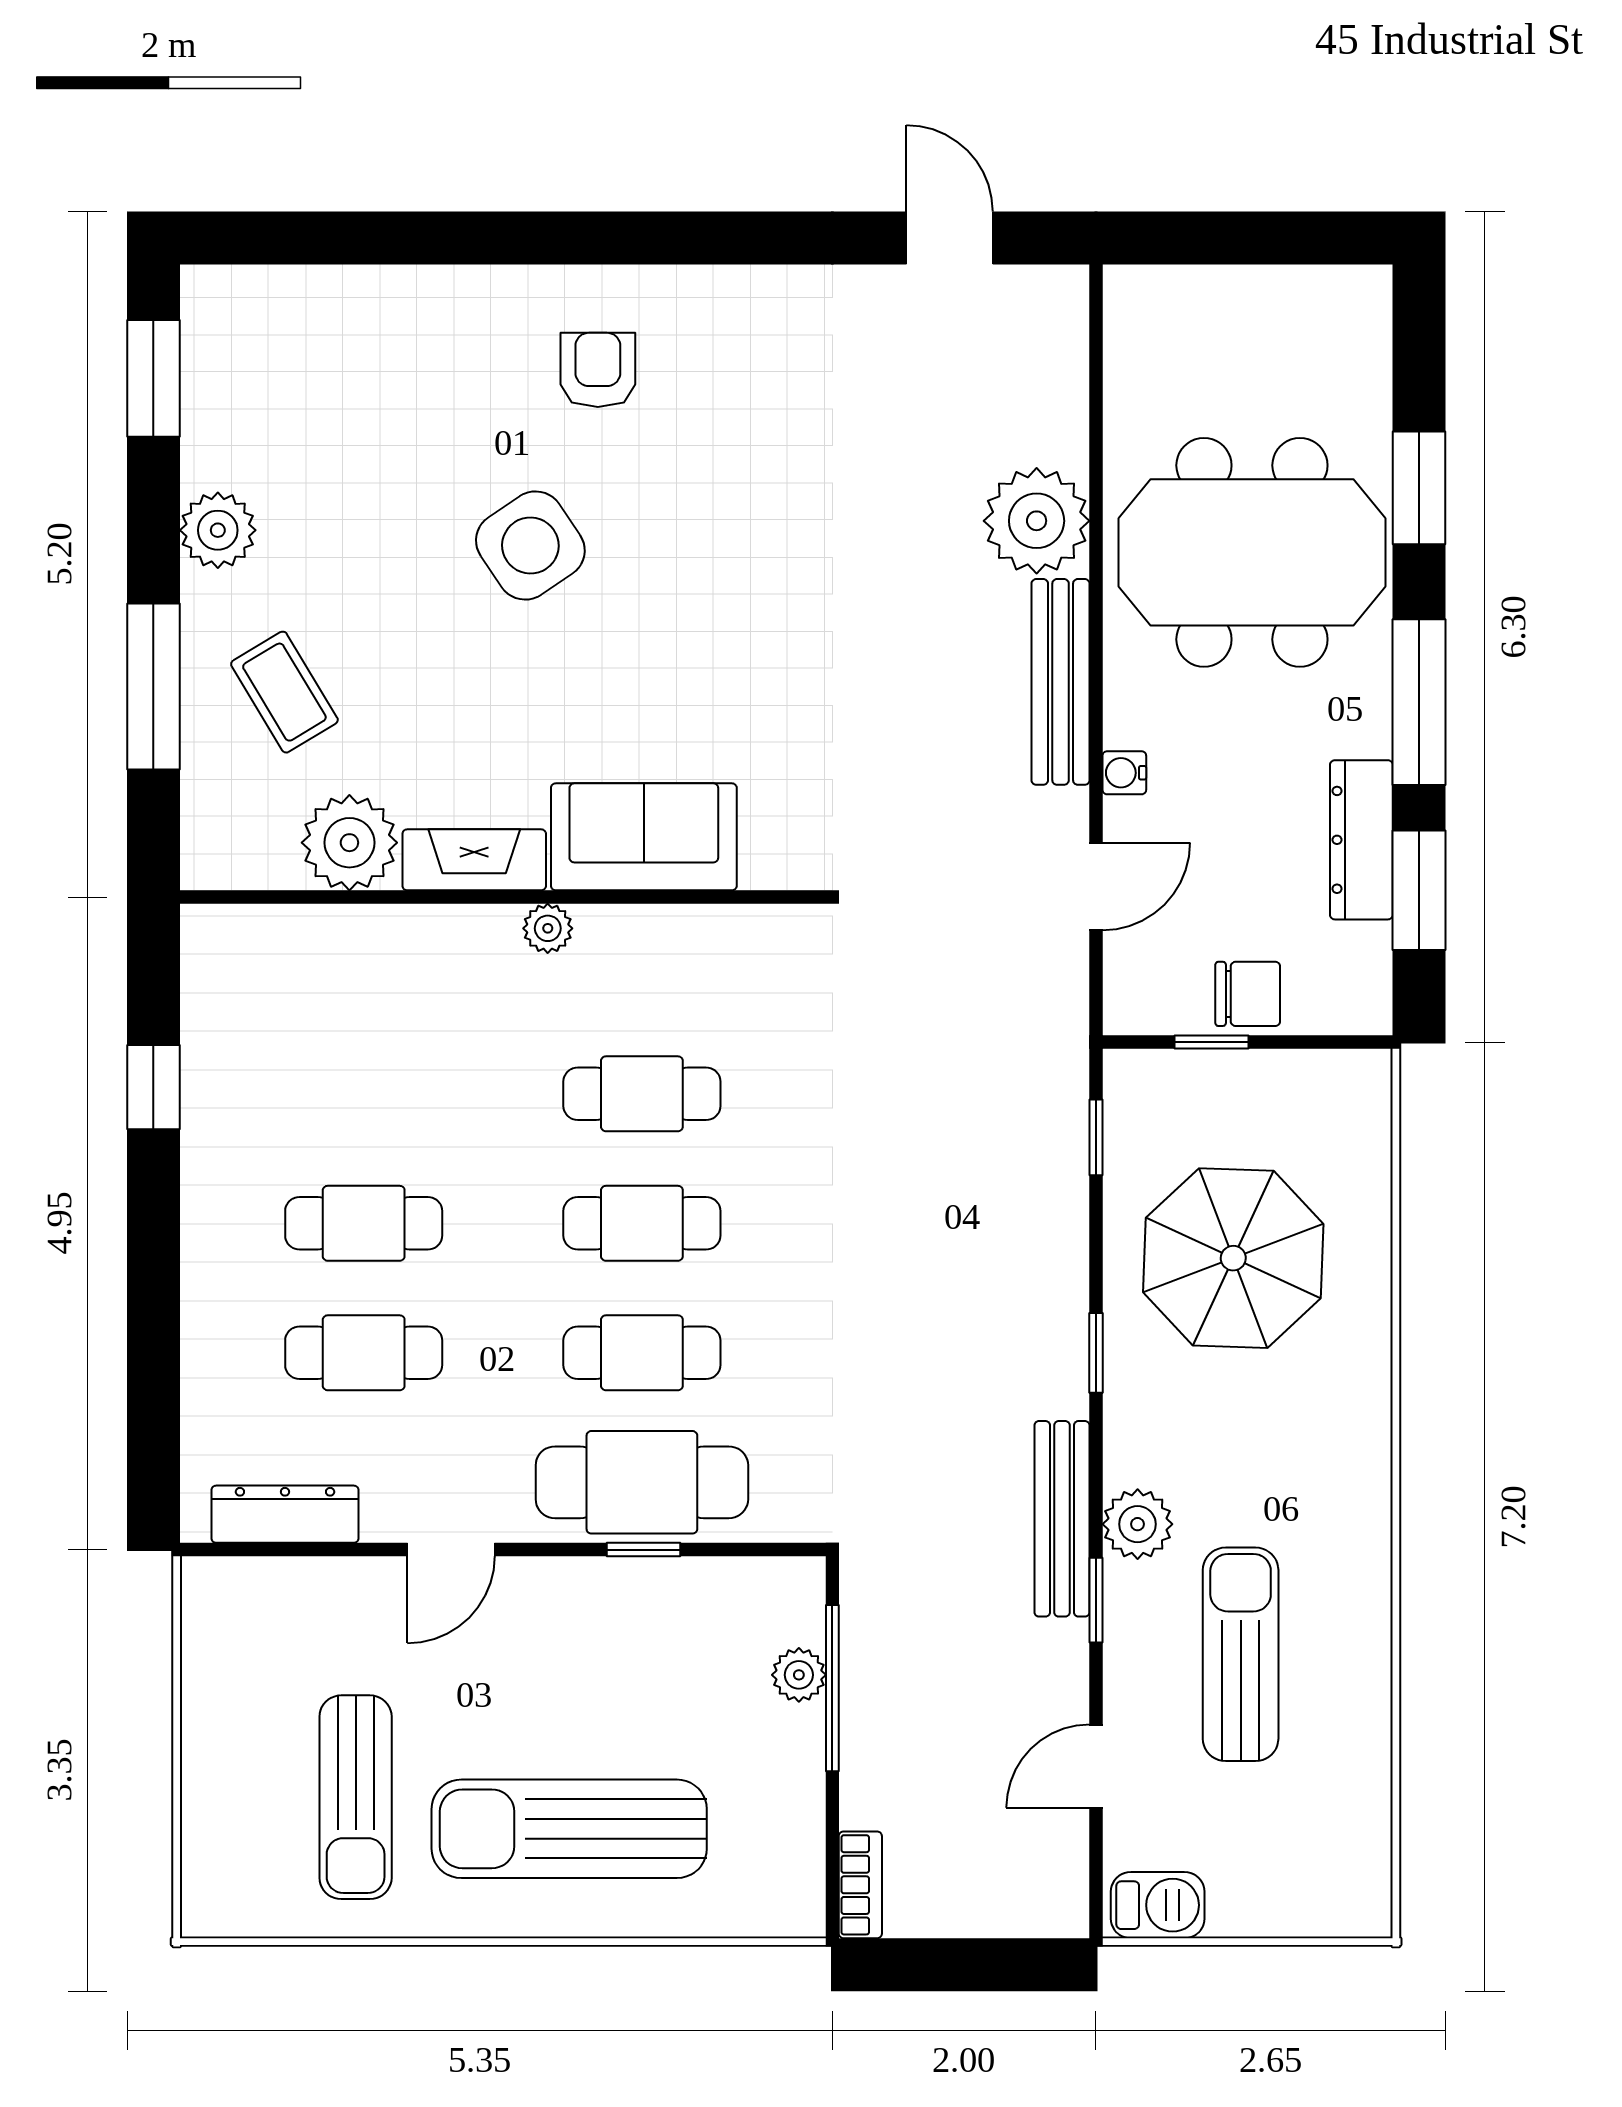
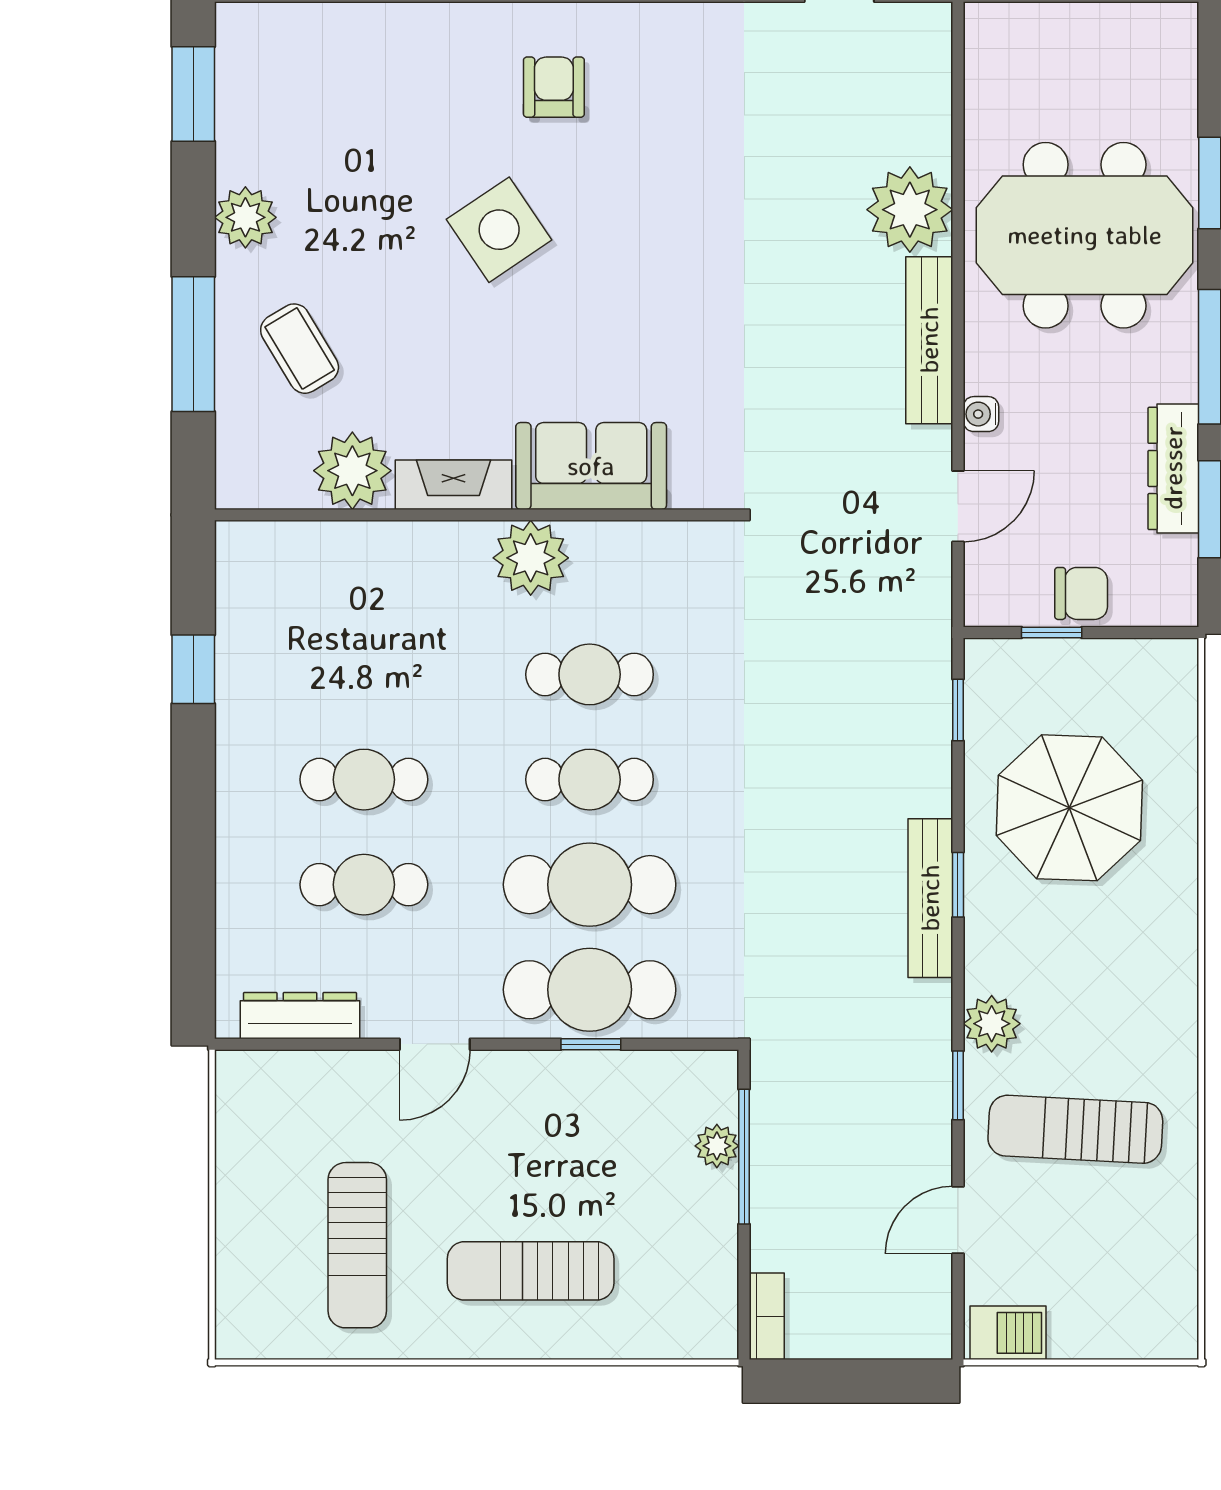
plant: (548, 928) -> (531, 558), width x1.88, depth x1.88
cafe table: (642, 1353) -> (590, 885), width x1.37, depth x1.35
bench: (1062, 1519) -> (930, 898), moved
sun lounger: (1241, 1654) -> (1075, 1129), turned -87
sun lounger: (569, 1829) -> (531, 1271), width x0.73, depth x0.75

